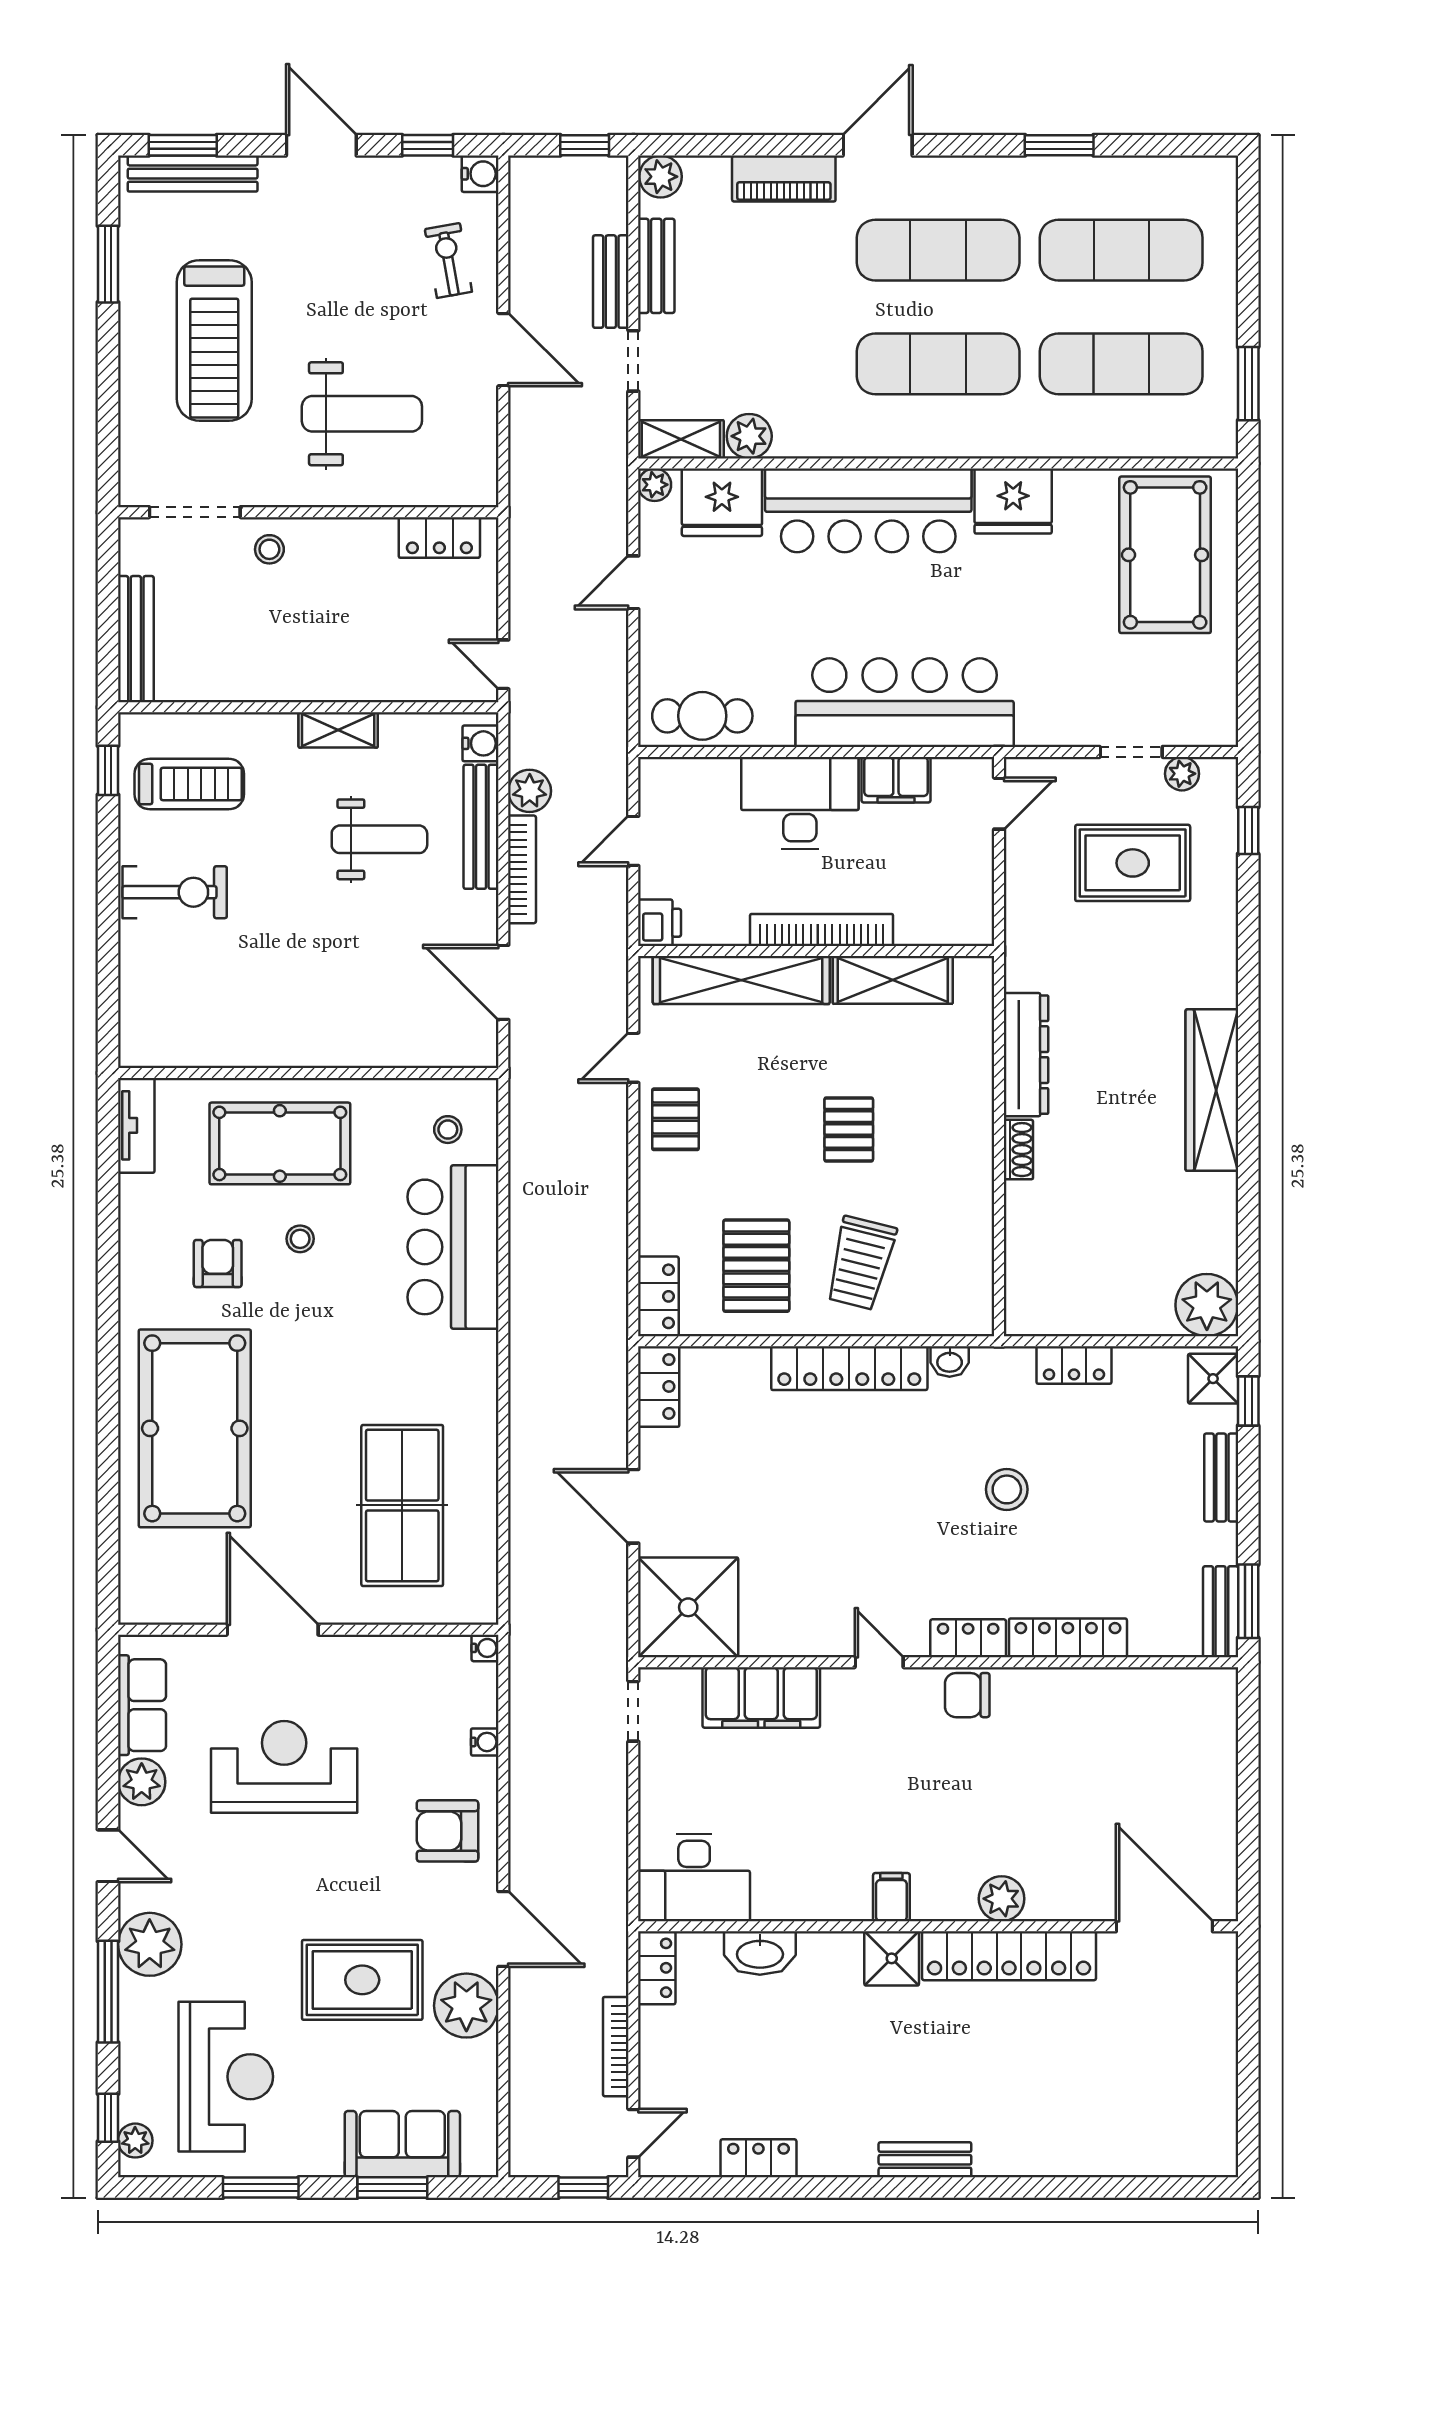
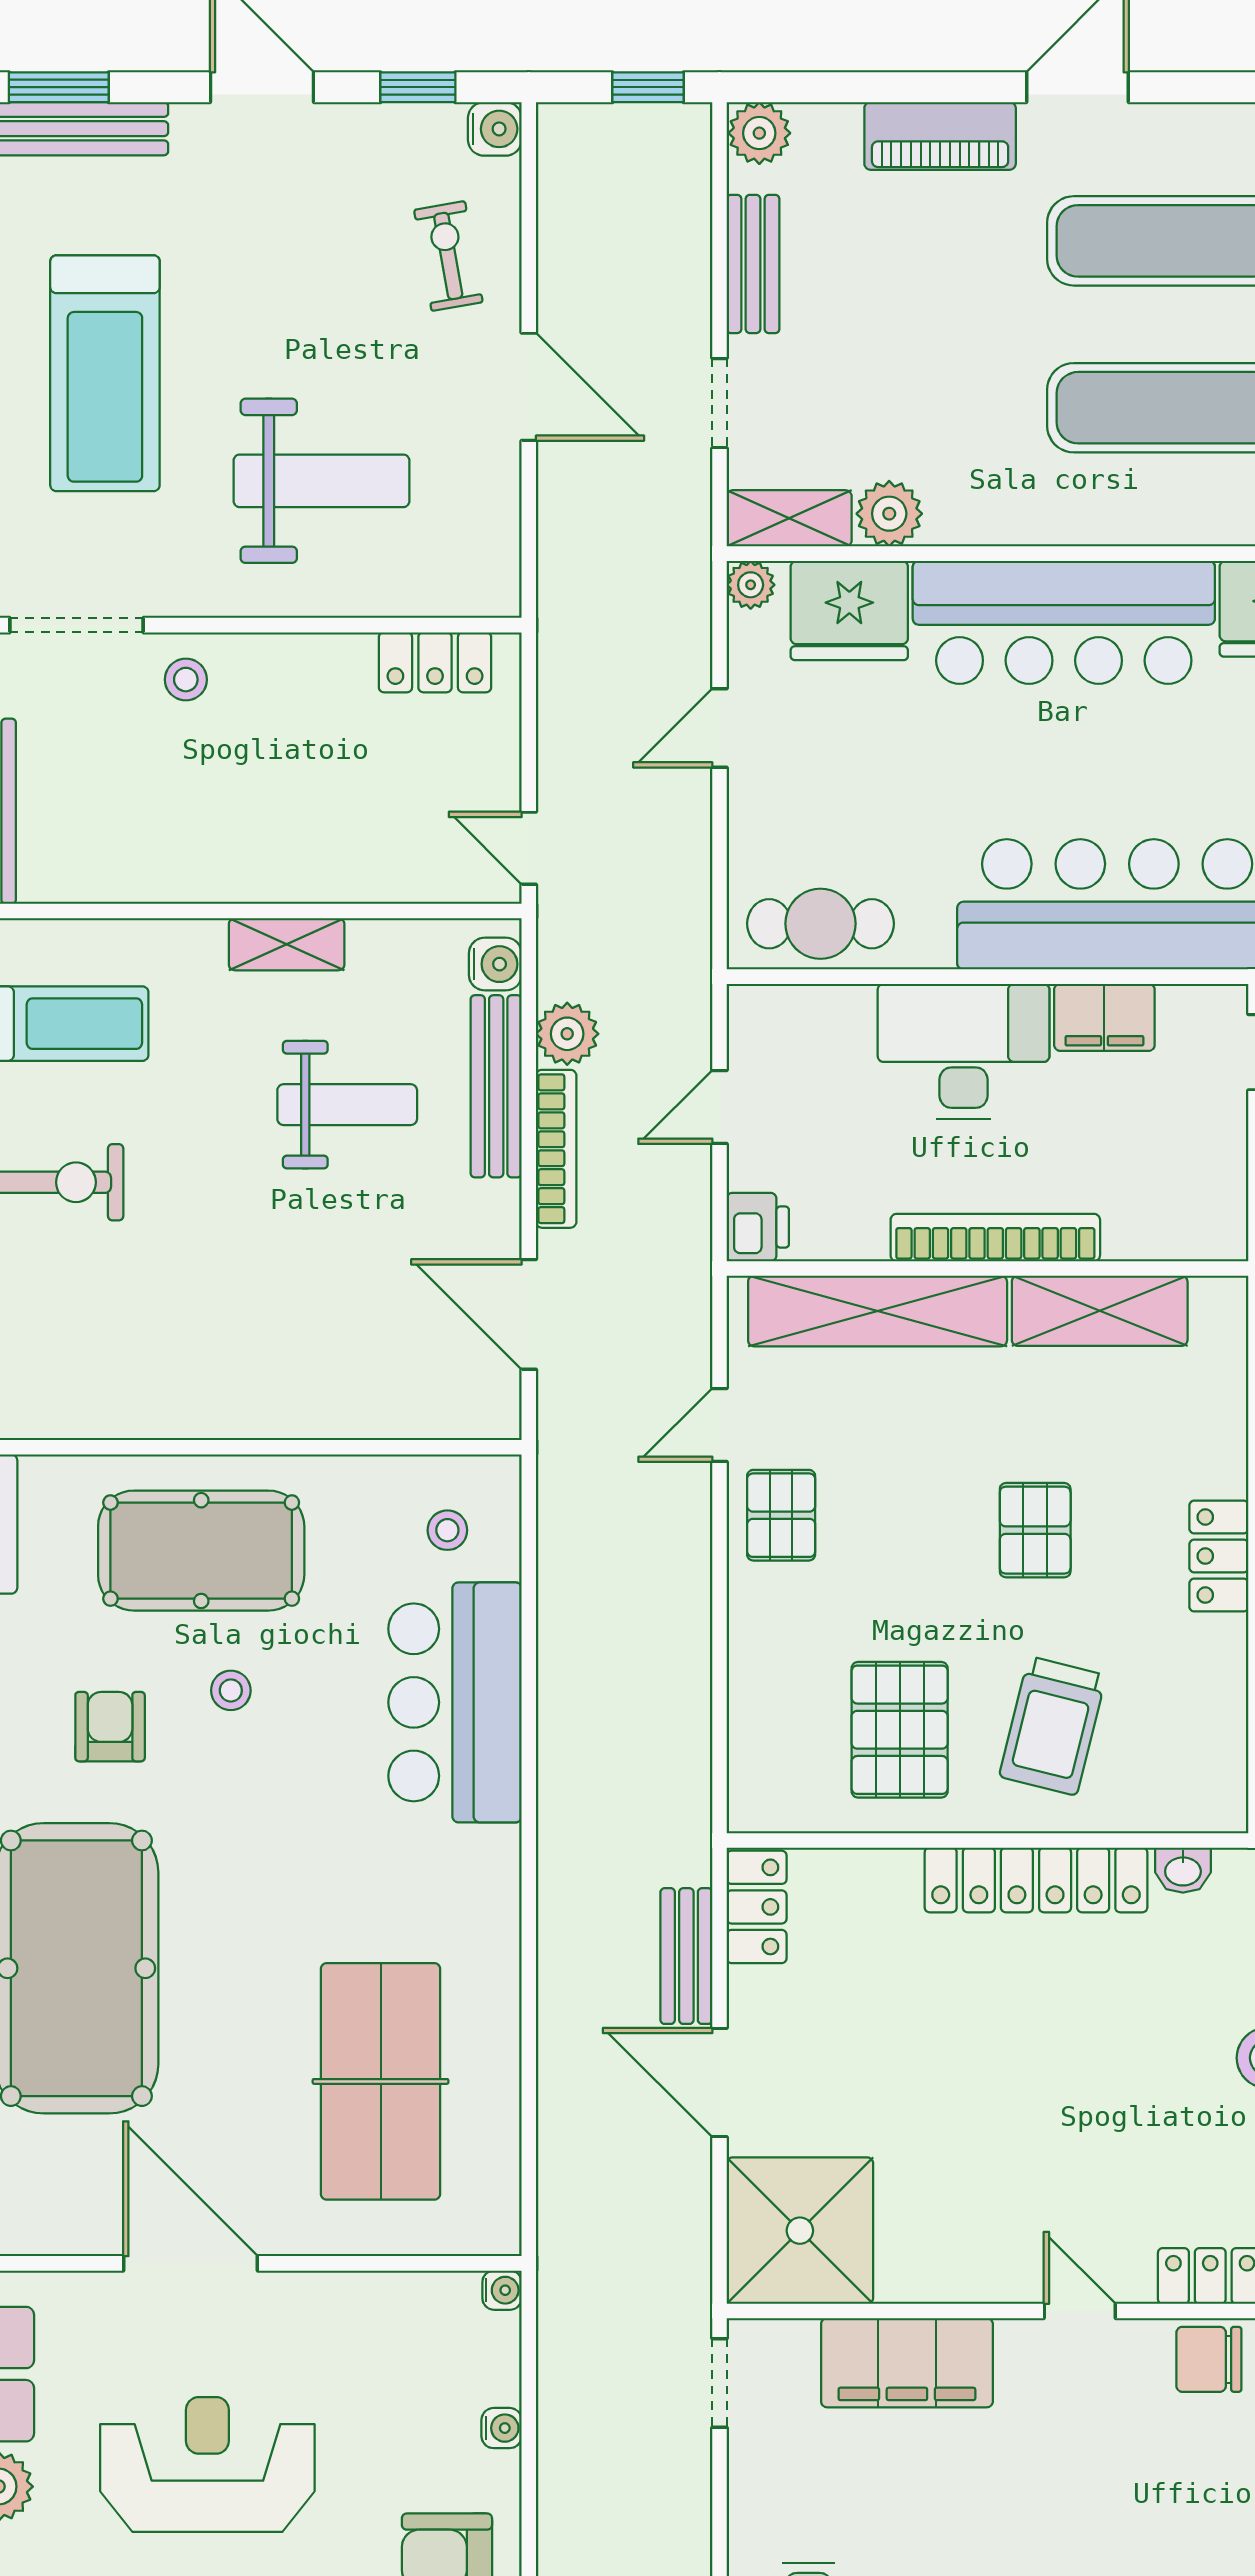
bench: (611, 282) -> (686, 1956), moved
locker: (658, 1296) -> (1219, 1556), moved, turned 180

